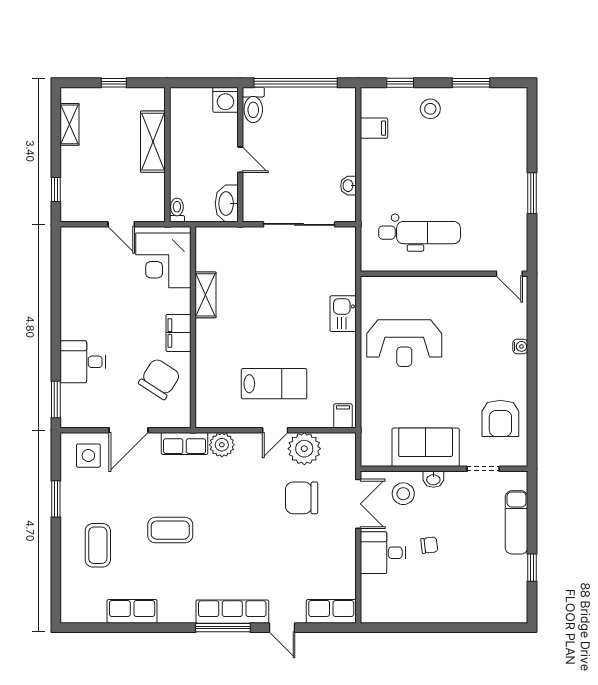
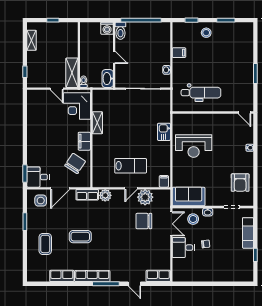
filing cabinet: (374, 128) -> (179, 53), moved
shelving: (153, 142) -> (72, 73), moved
desk: (83, 362) -> (38, 177), moved
sofa: (426, 447) -> (189, 197), moved
row of seats: (232, 612) -> (92, 276), moved

